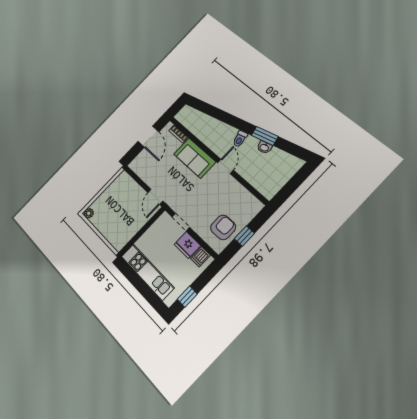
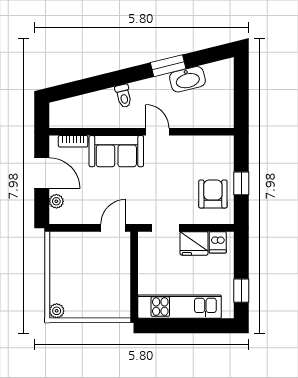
toilet: (240, 139) -> (124, 96), moved
washbasin: (264, 147) -> (187, 79), width x1.91, depth x1.45
plant: (142, 157) -> (56, 201), added
door: (155, 197) -> (113, 228), swing flipped

